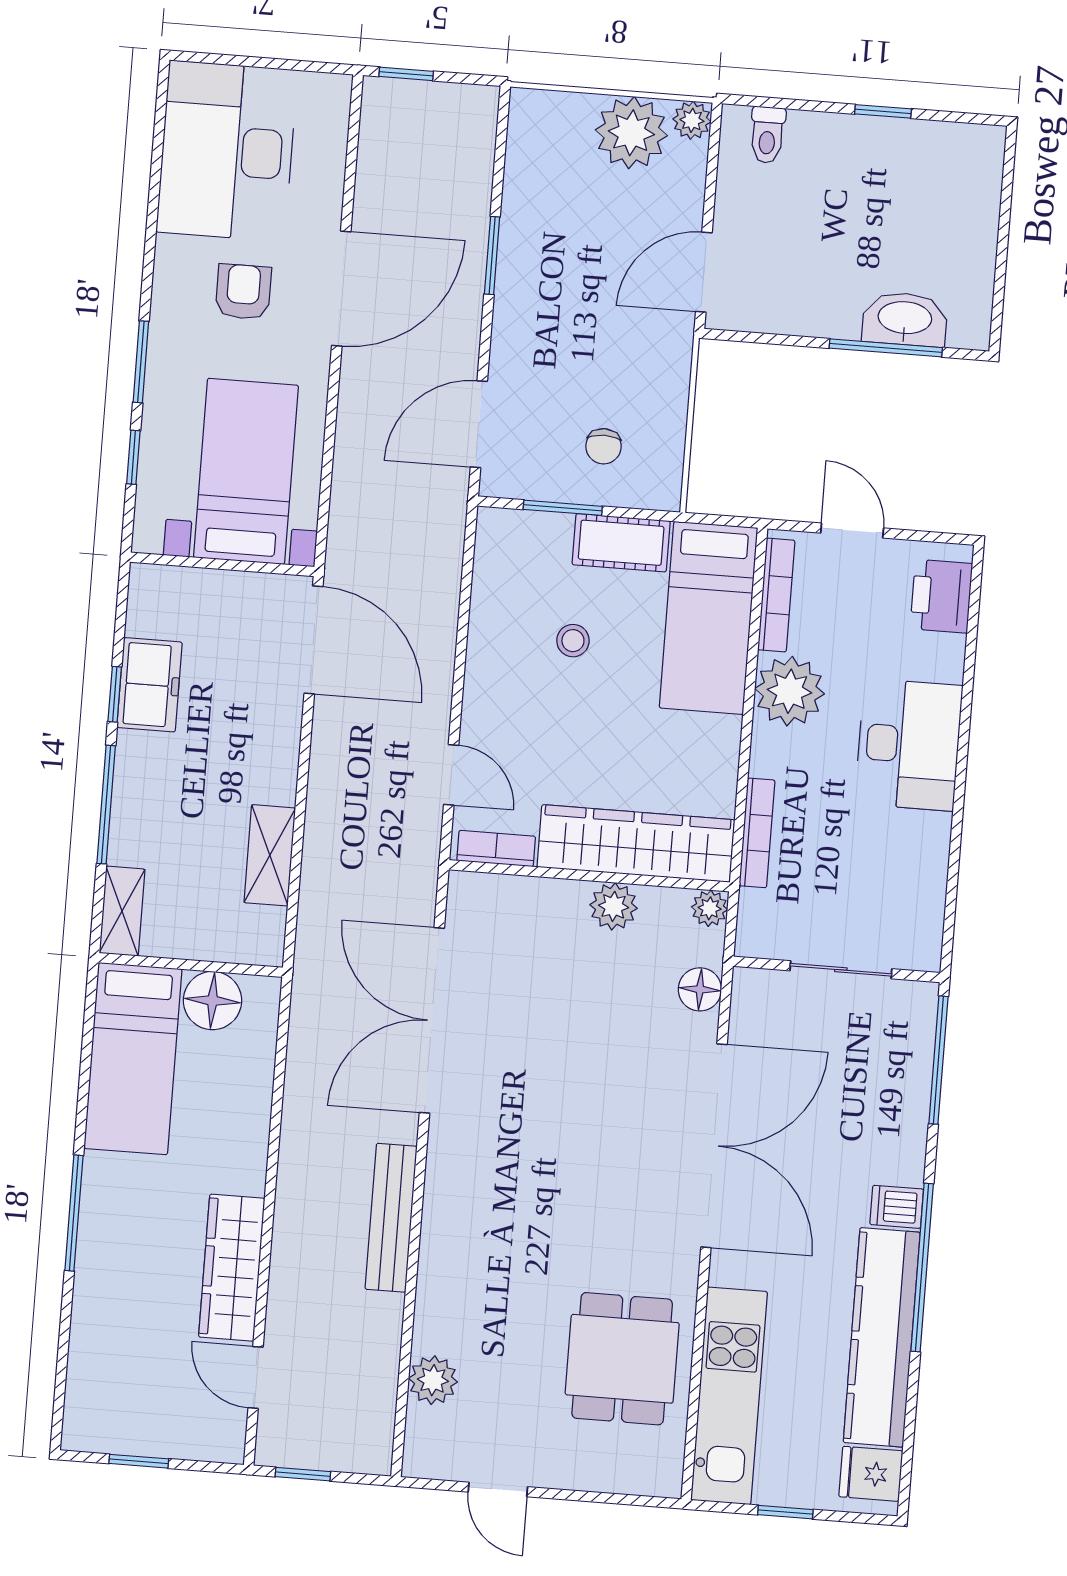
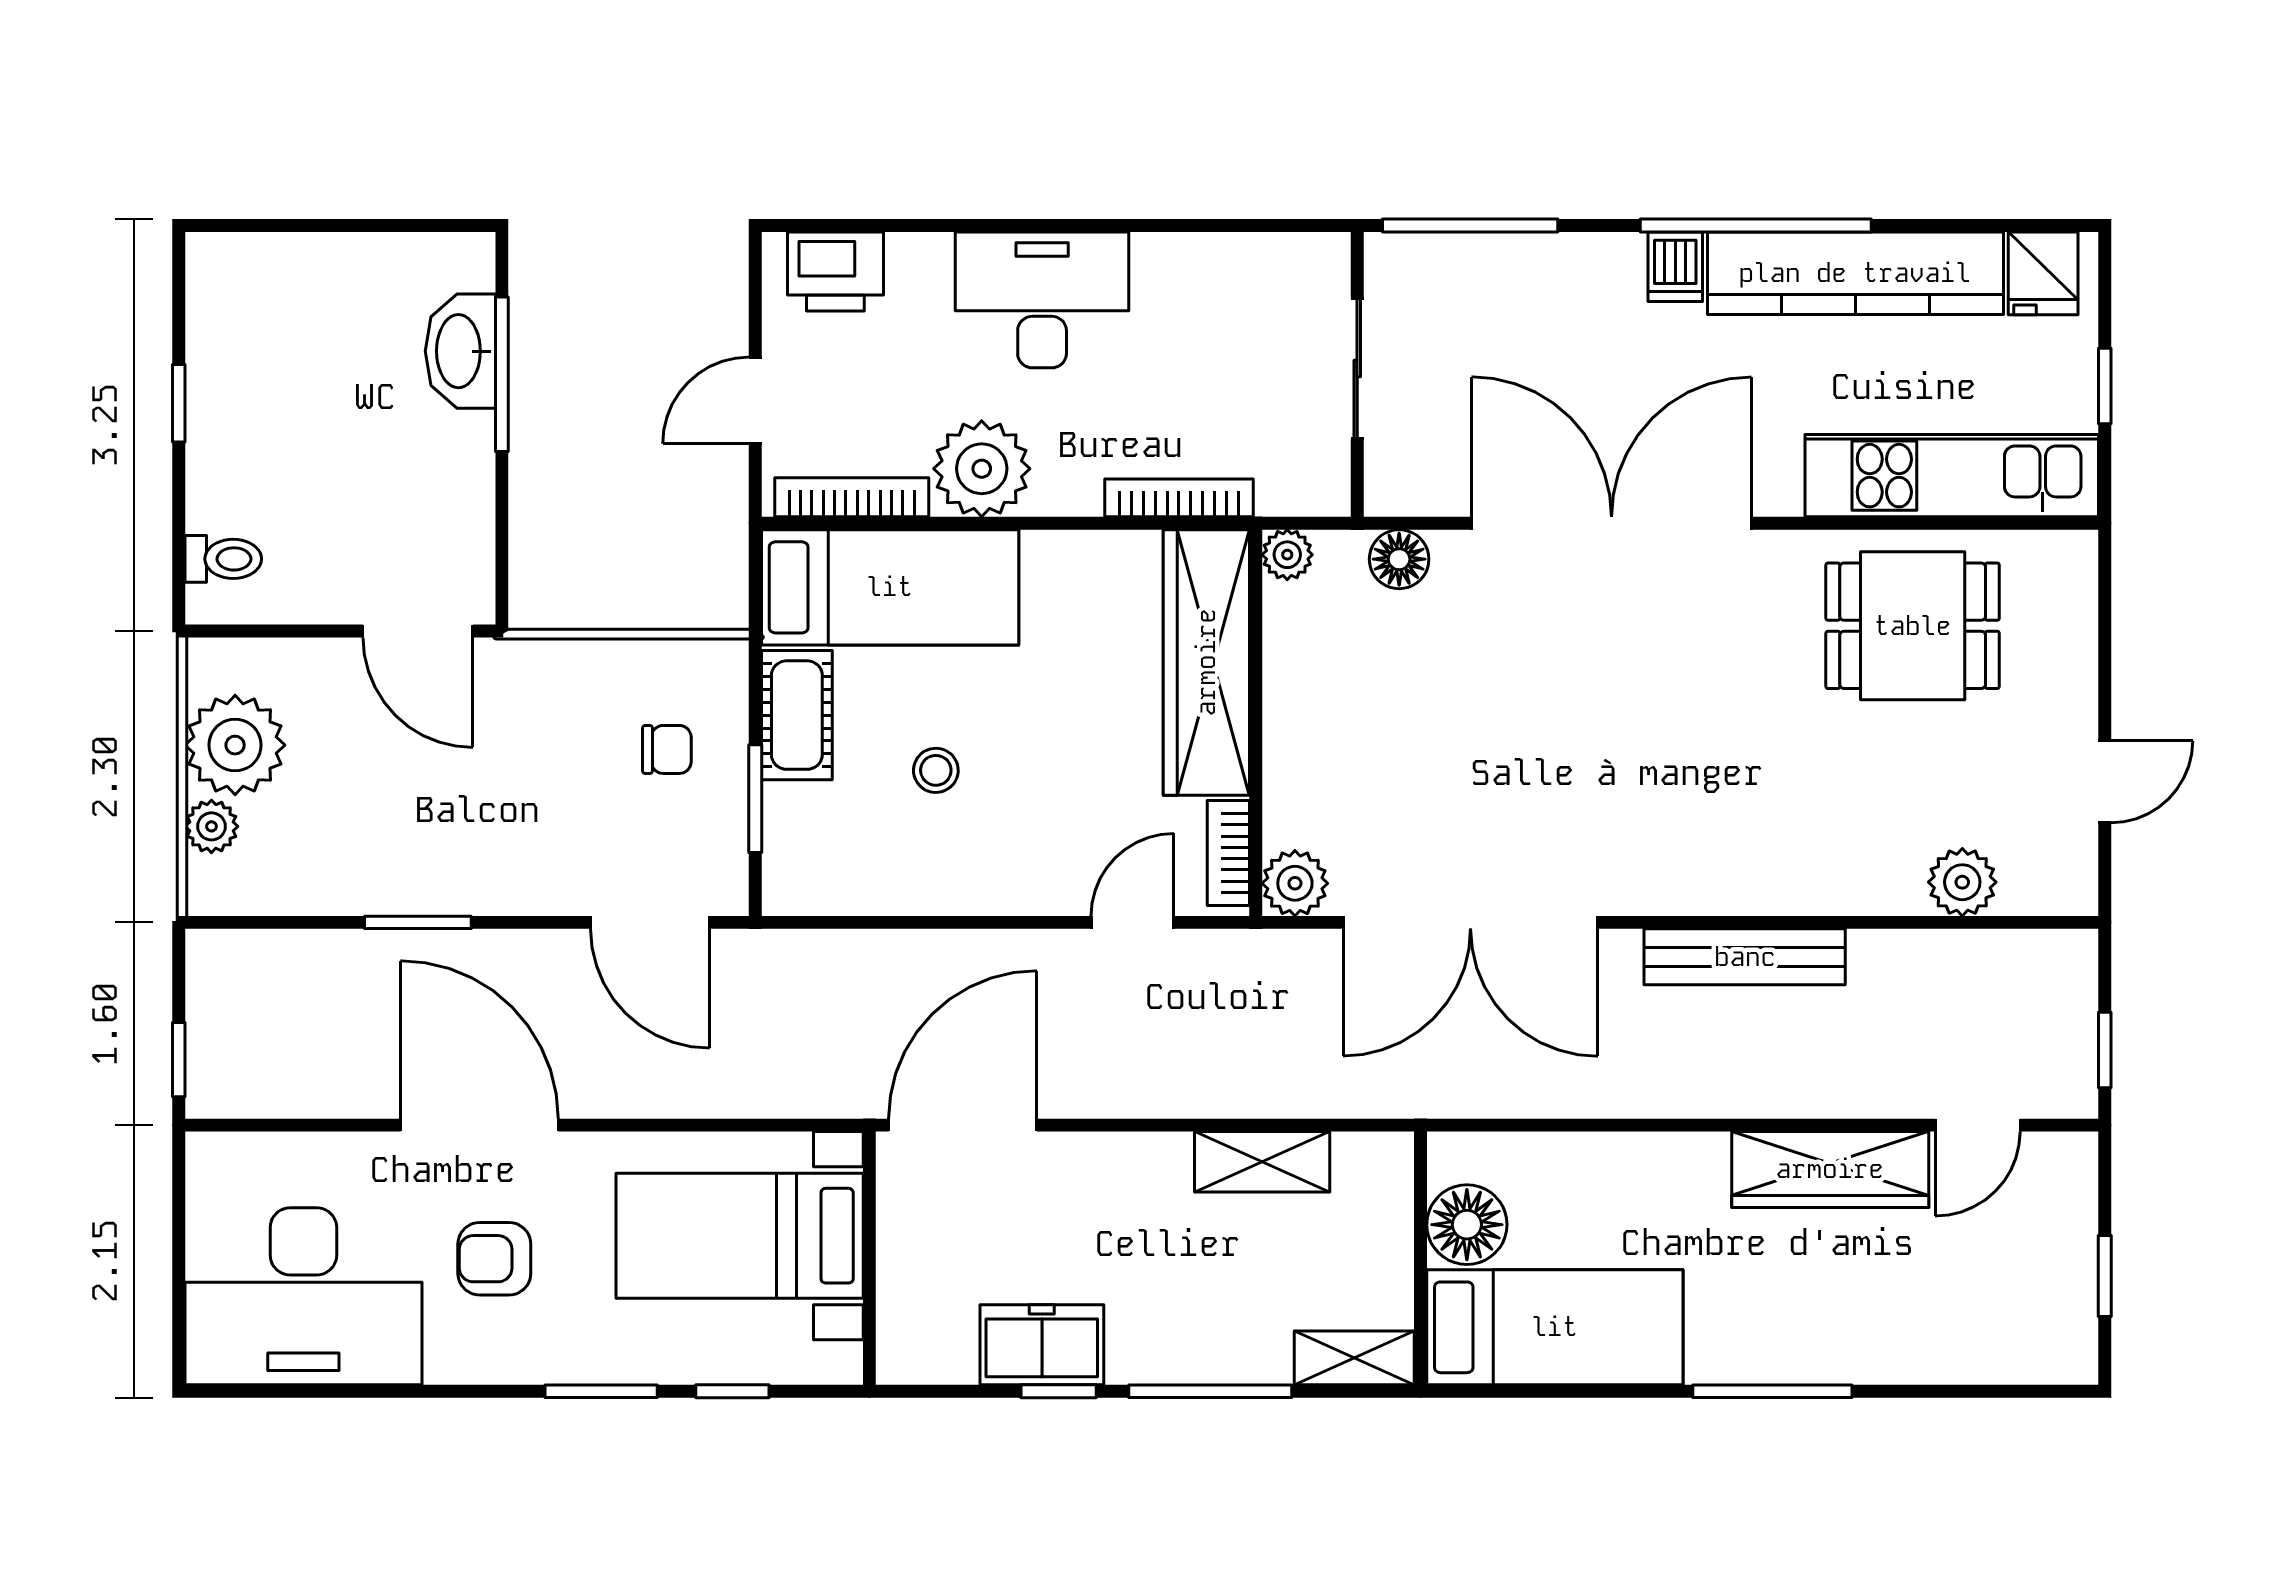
plant: (692, 120) -> (211, 826), moved
plant: (614, 906) -> (1295, 883), moved

